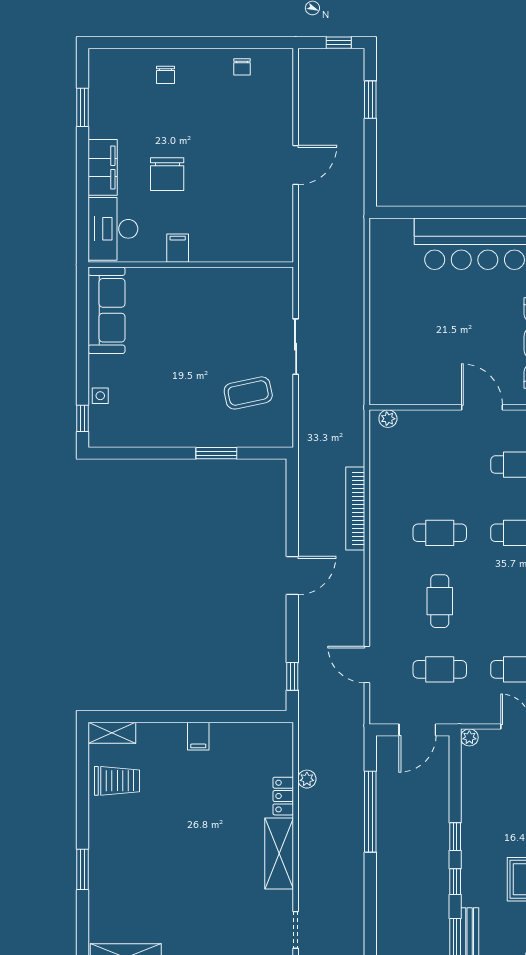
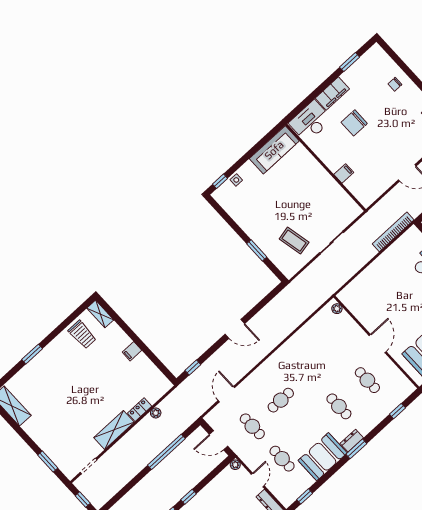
filing cabinet: (178, 248) -> (344, 173), moved
bookcase: (355, 509) -> (393, 232), moved
cafe table: (440, 533) -> (309, 374), removed

